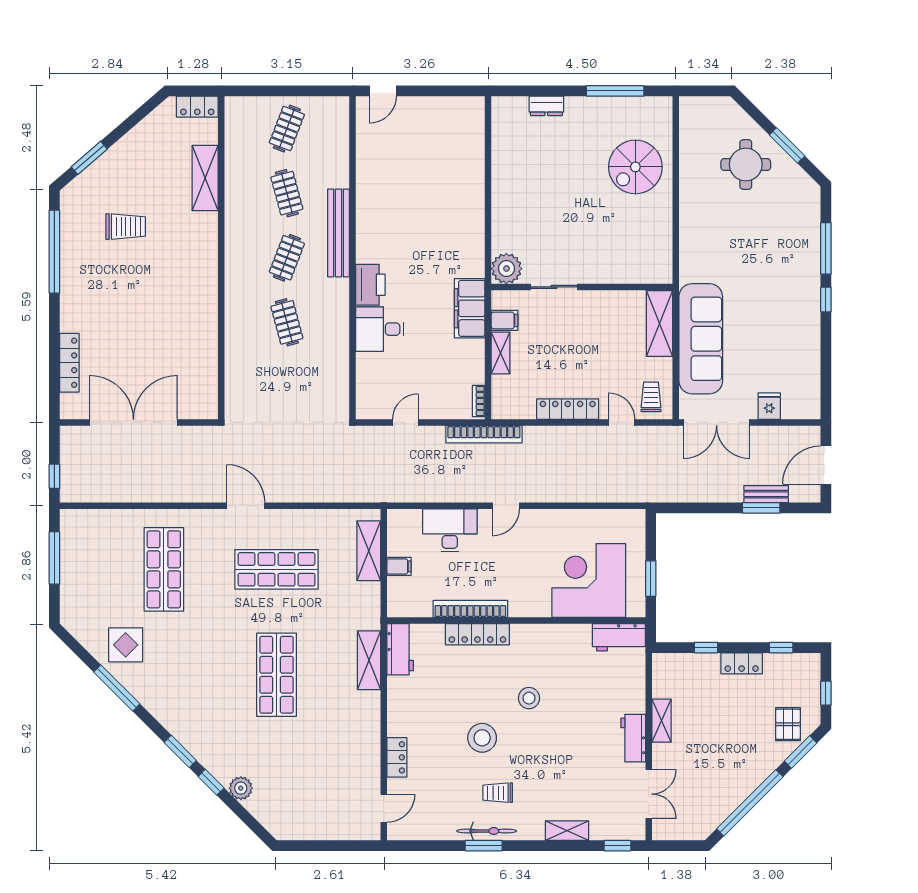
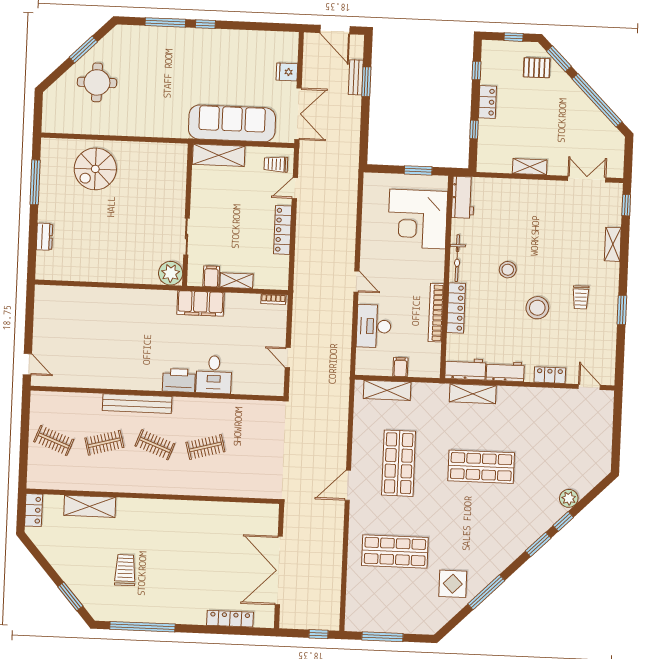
spiral stairs: (635, 167) -> (95, 169), turned 90
bookcase: (484, 434) -> (300, 296), removed
workbench: (633, 738) -> (505, 371), moved, turned 180
bicycle: (487, 831) -> (457, 258), moved, turned 180

